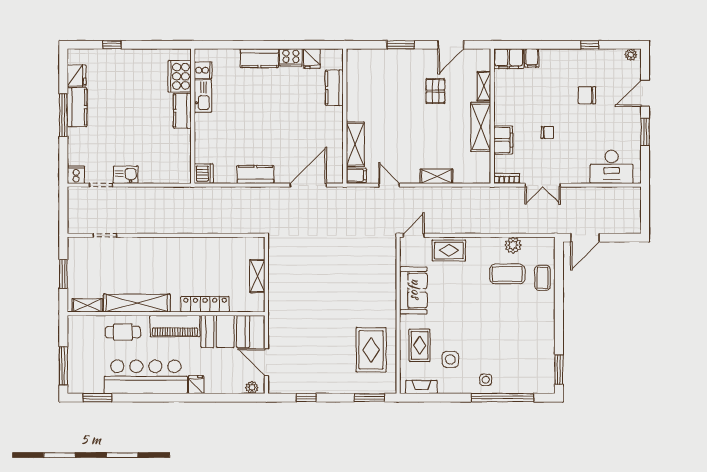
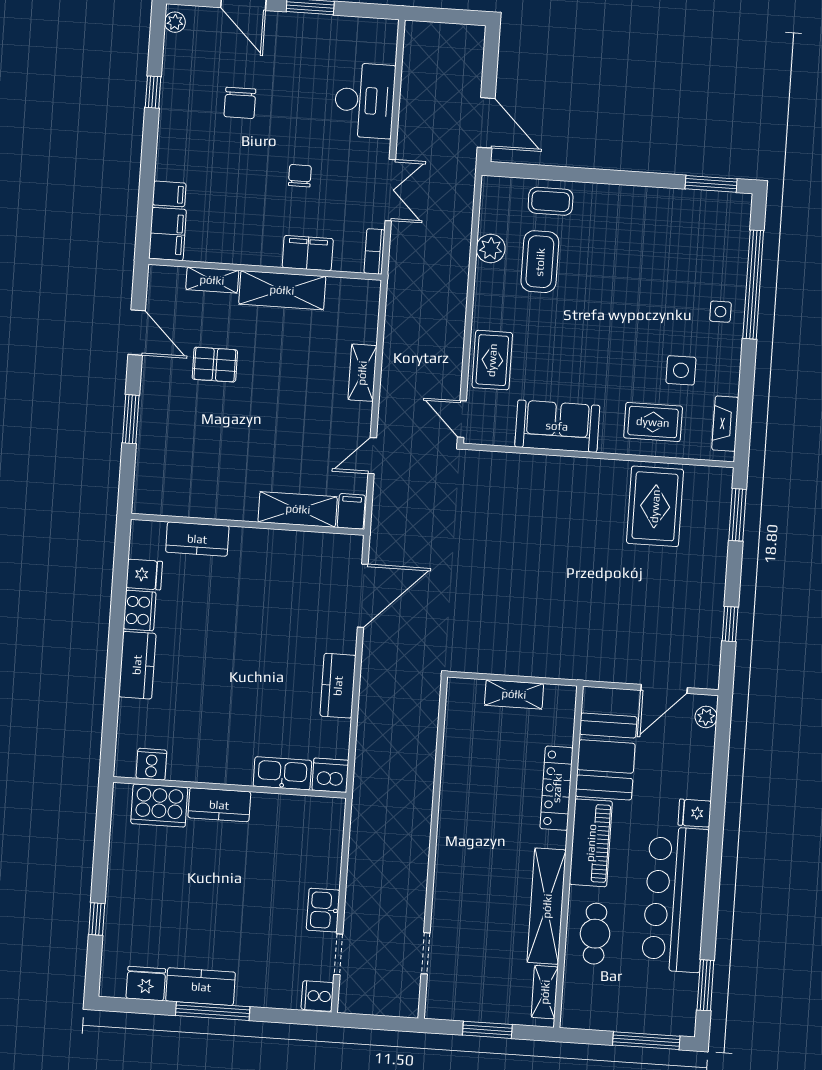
kitchen sink: (203, 96) -> (282, 773), moved
desk: (612, 167) -> (365, 100), moved
door: (308, 185) -> (363, 596), swing flipped
rug: (371, 350) -> (655, 506), turned 90

